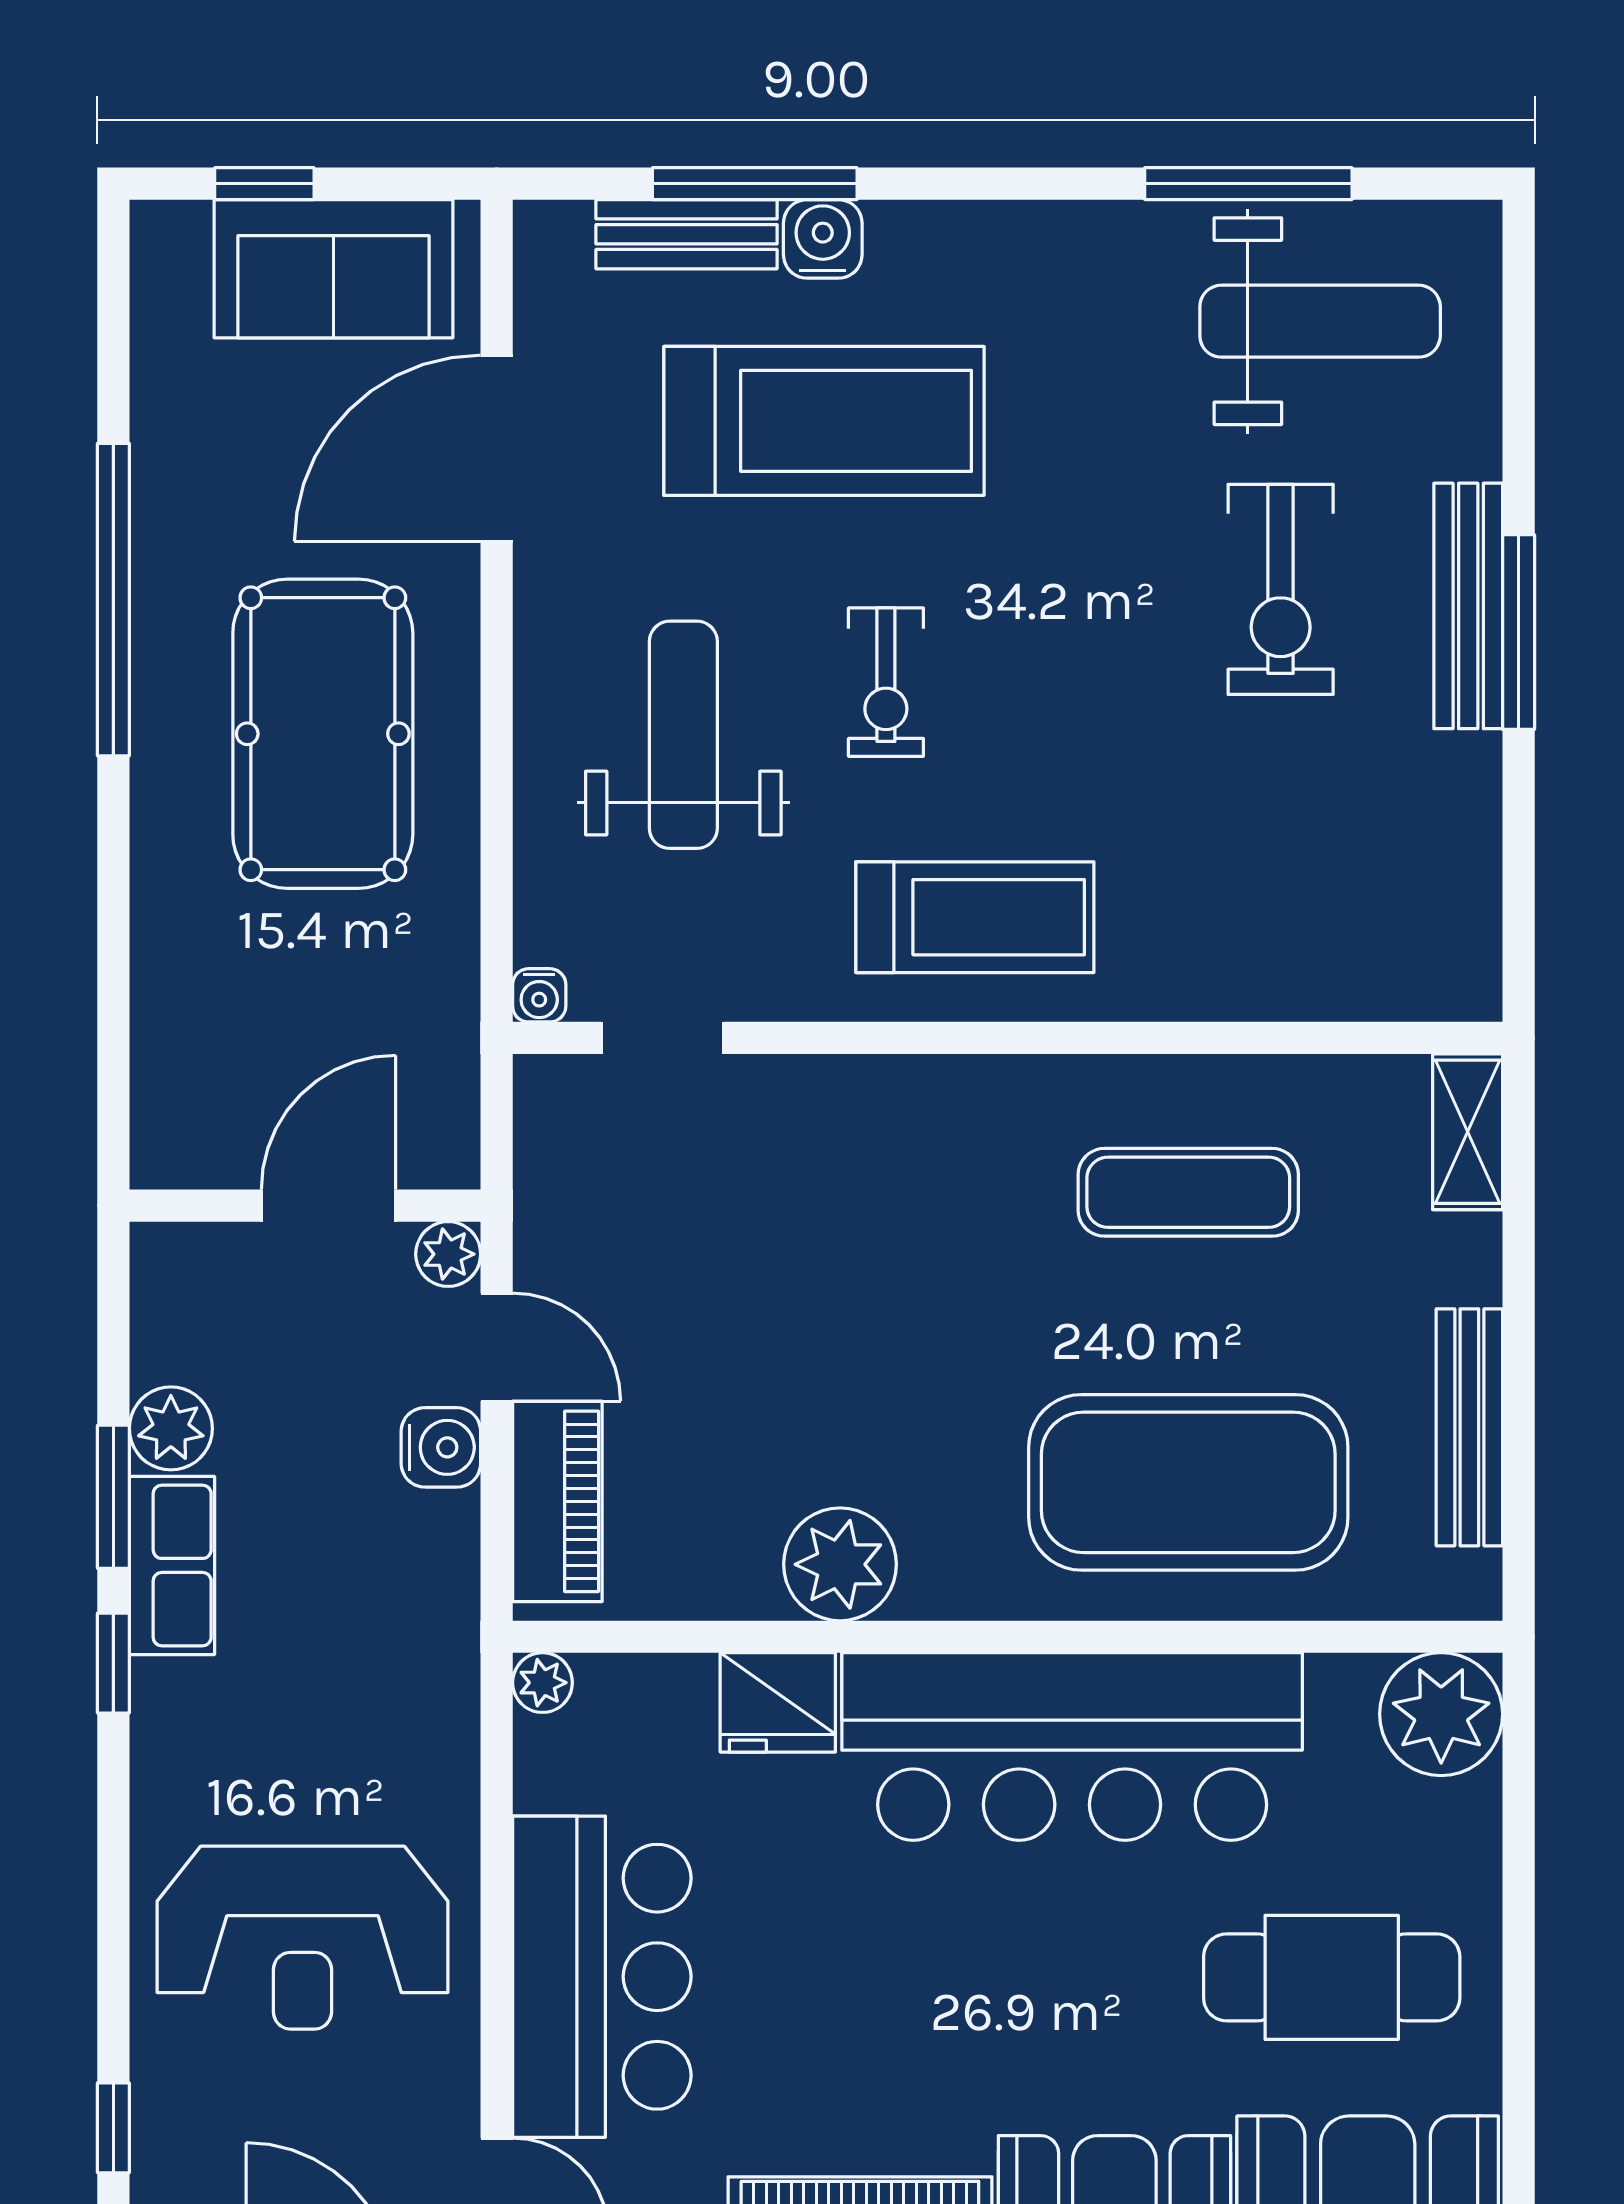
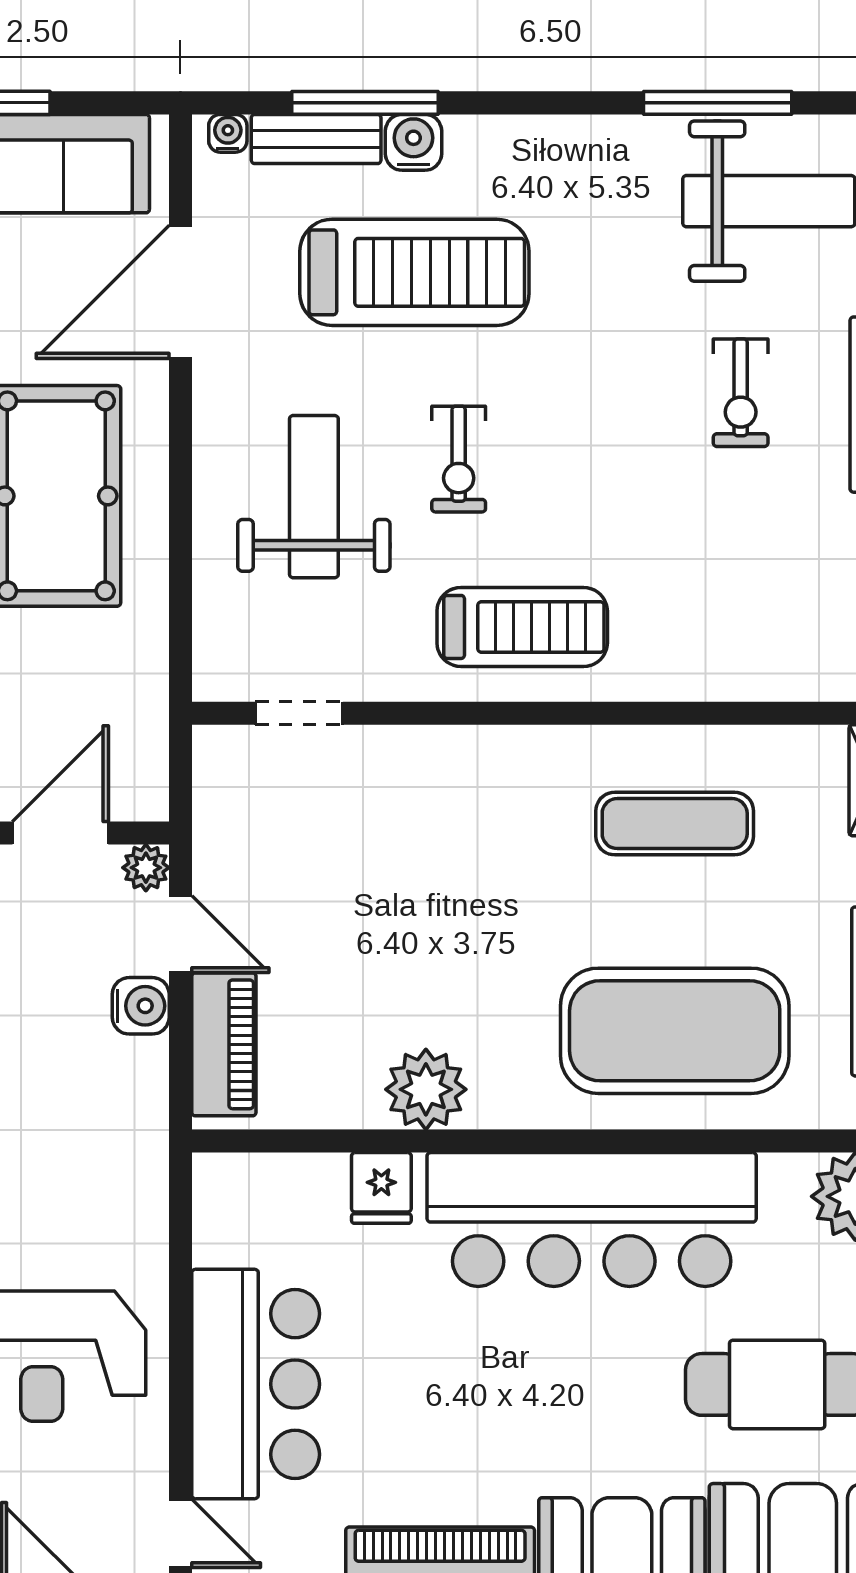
exercise bike: (1281, 589) -> (741, 393), width x0.73, depth x0.72
water cooler: (539, 995) -> (228, 133), moved, turned 180
plant: (542, 1683) -> (213, 1174), removed
fridge: (778, 1702) -> (381, 1188), width x0.72

